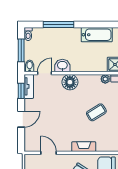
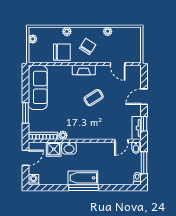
window: (58, 25) -> (84, 188), moved
bathtub: (97, 35) -> (83, 178), moved
washbasin: (62, 66) -> (69, 148), moved
floor lamp: (70, 82) -> (97, 132), removed
coffee table: (96, 112) -> (94, 98), moved

